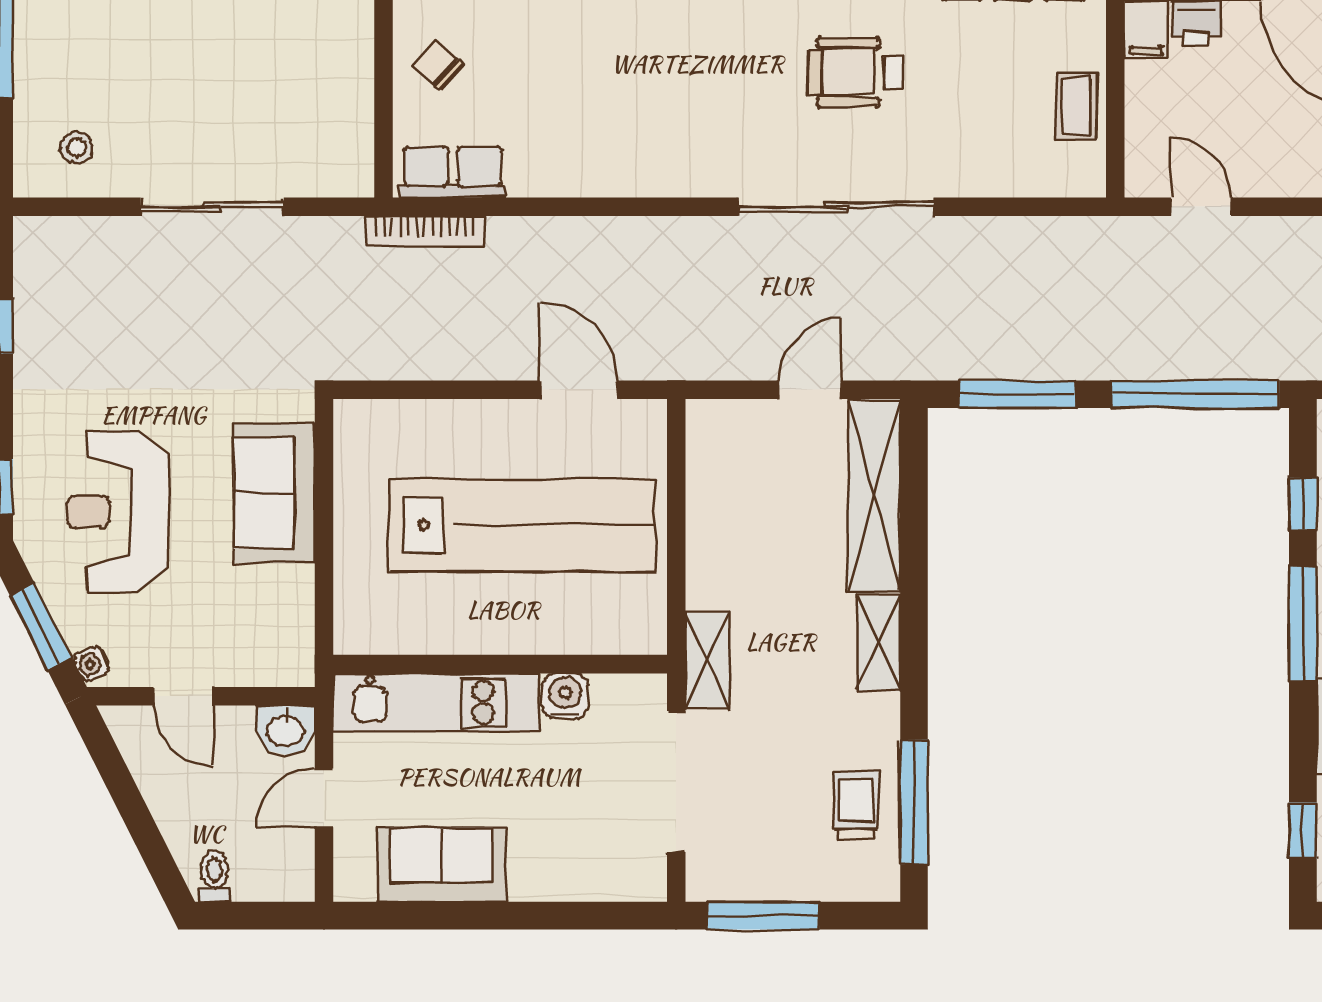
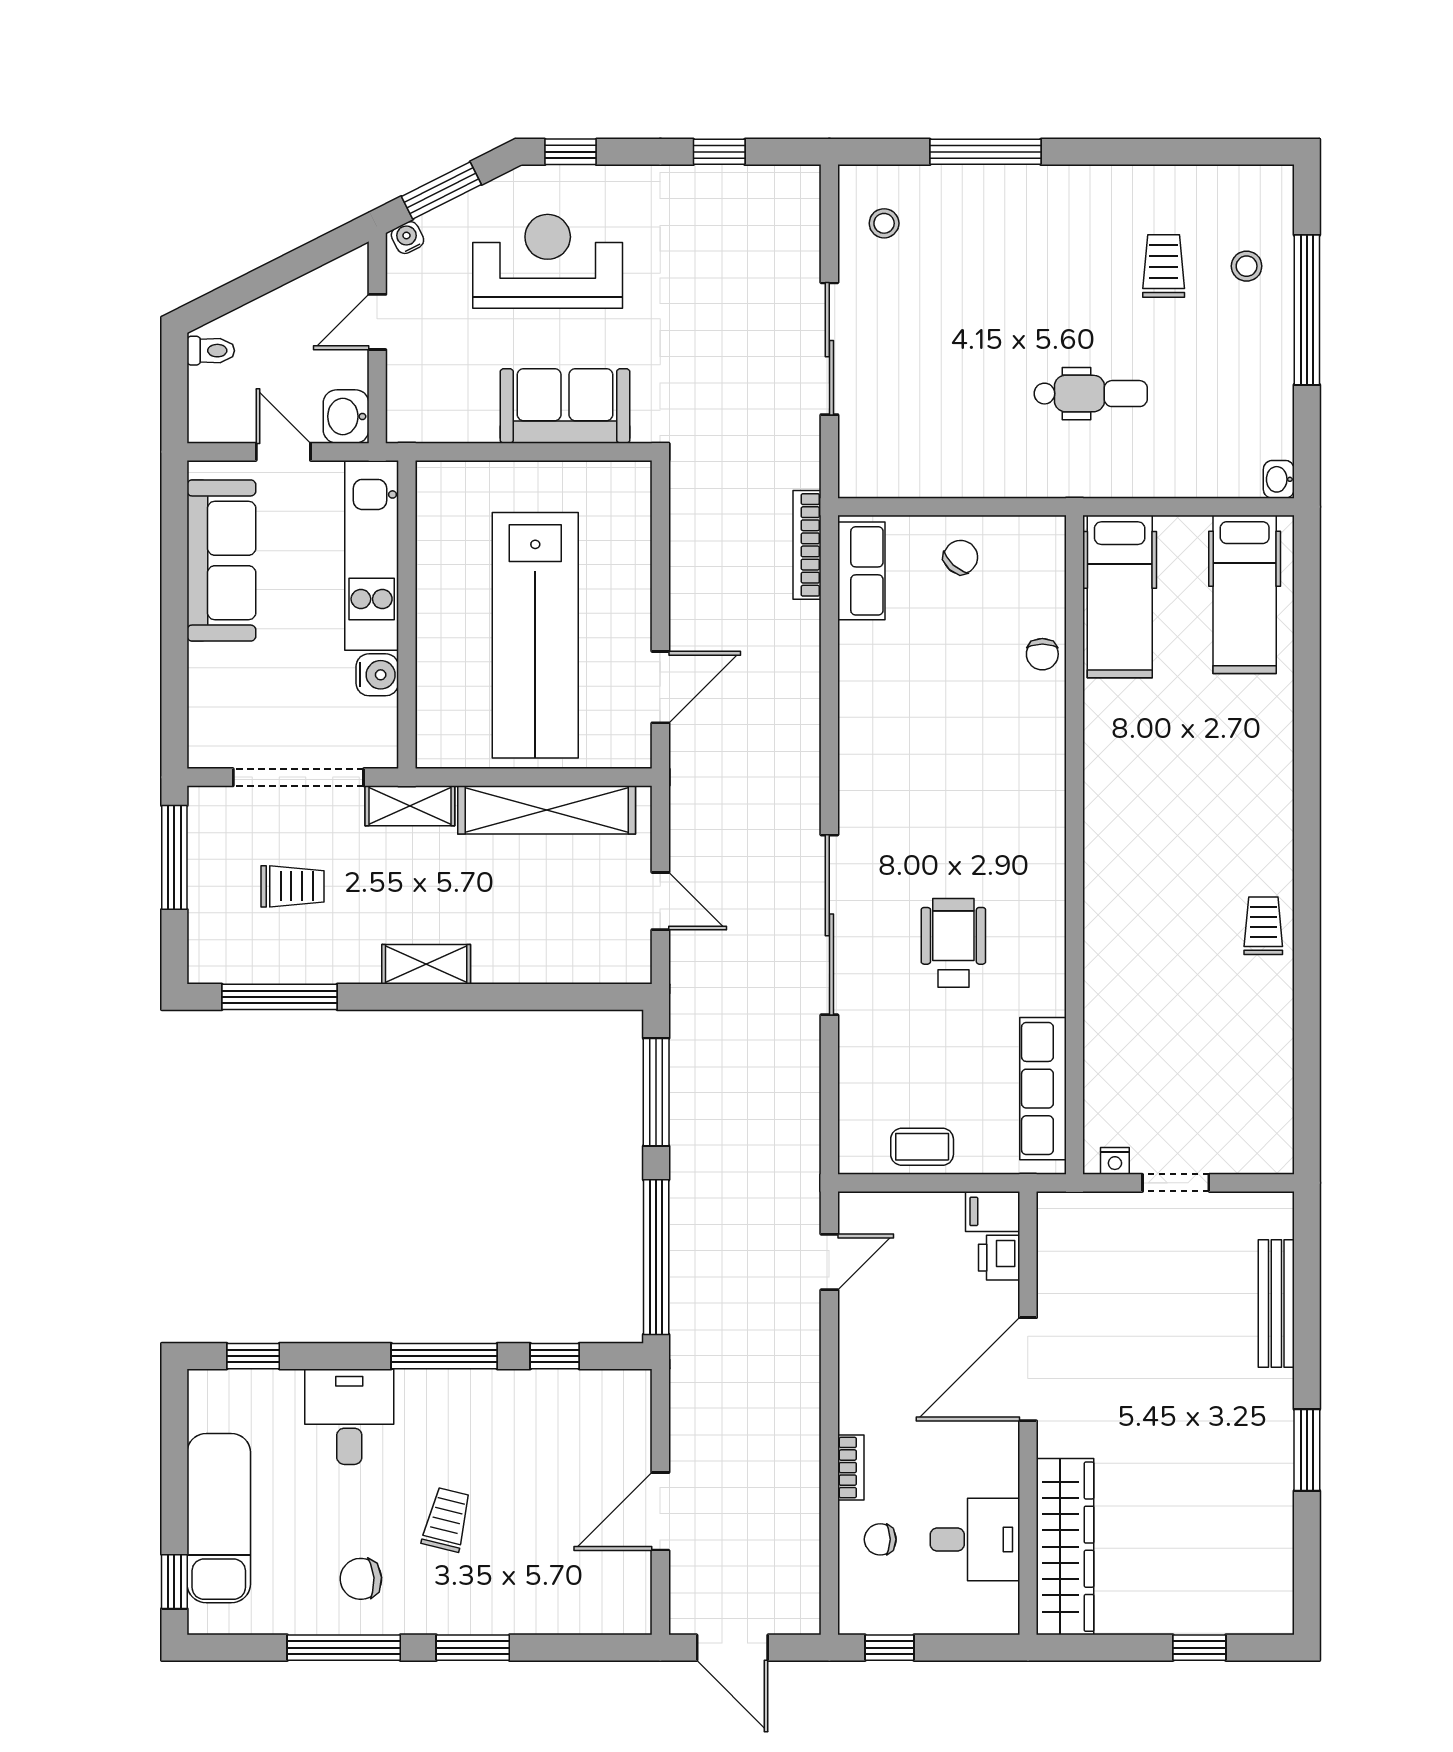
shelving: (874, 496) -> (547, 810), moved
trolley: (856, 805) -> (292, 886), moved
sofa: (442, 865) -> (221, 561), width x1.36

